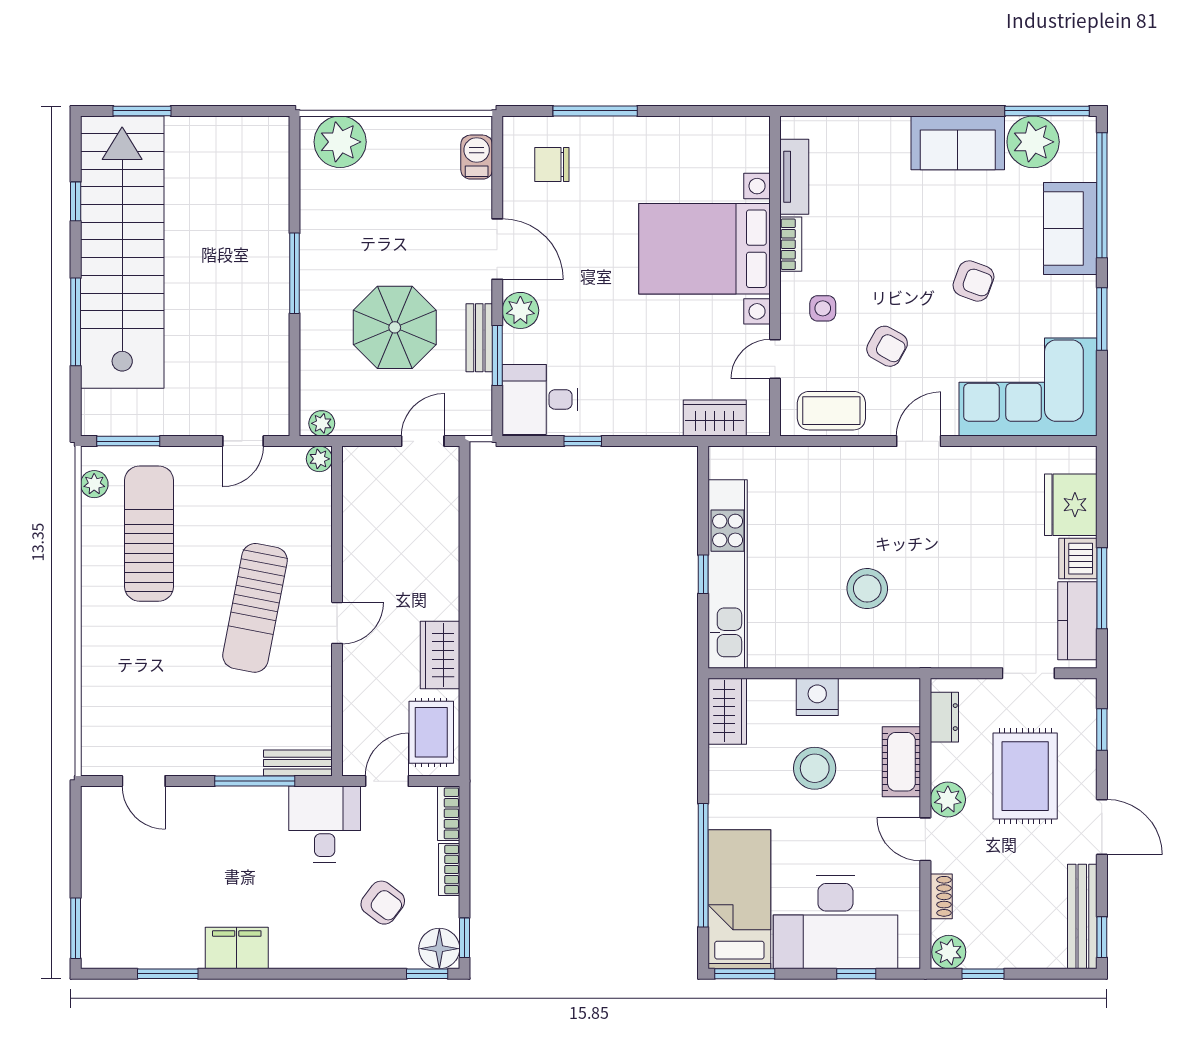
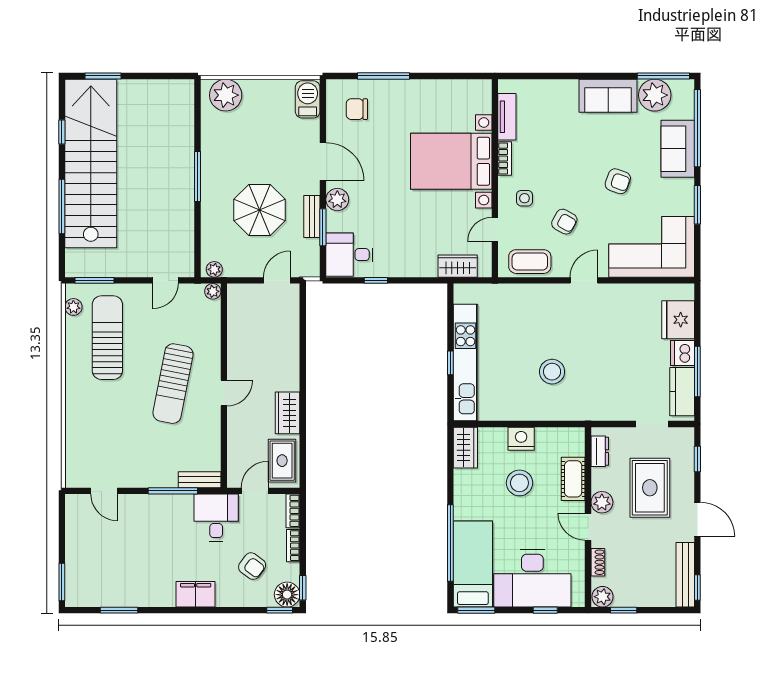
barbecue: (477, 157) -> (308, 99), width x1.38, depth x1.27
filing cabinet: (237, 948) -> (196, 594), moved

